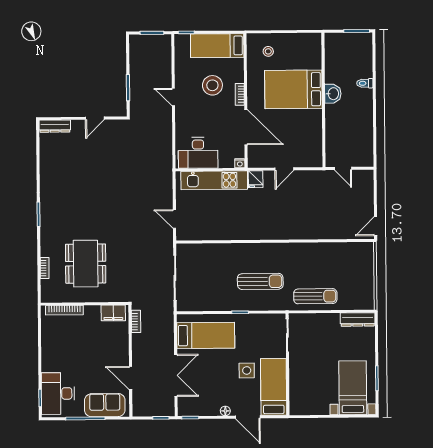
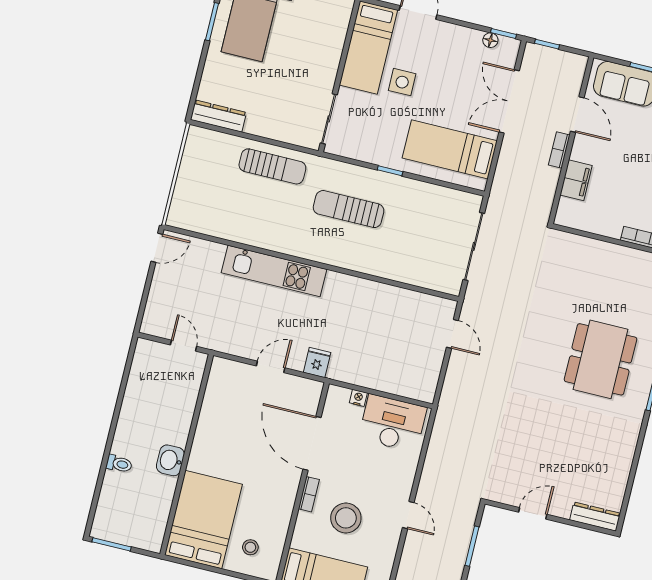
bed: (293, 89) -> (203, 520), moved, turned -90
nightstand: (240, 163) -> (358, 398), moved
kitchen unit: (214, 180) -> (274, 271), moved, turned 180
dining table: (86, 264) -> (601, 359), moved
sun lounger: (315, 296) -> (272, 166), turned 180
filing cabinet: (113, 313) -> (576, 180), moved, turned 90
bookcase: (136, 321) -> (559, 150), moved
floor lamp: (225, 411) -> (490, 40), moved

